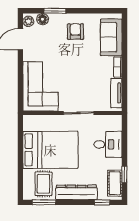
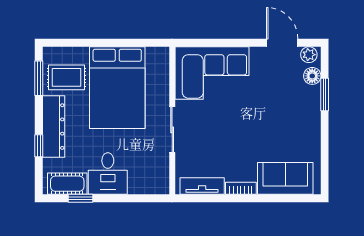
armchair: (75, 32) -> (294, 125), removed
desk: (108, 144) -> (108, 173), moved
window: (102, 202) -> (39, 146), moved

